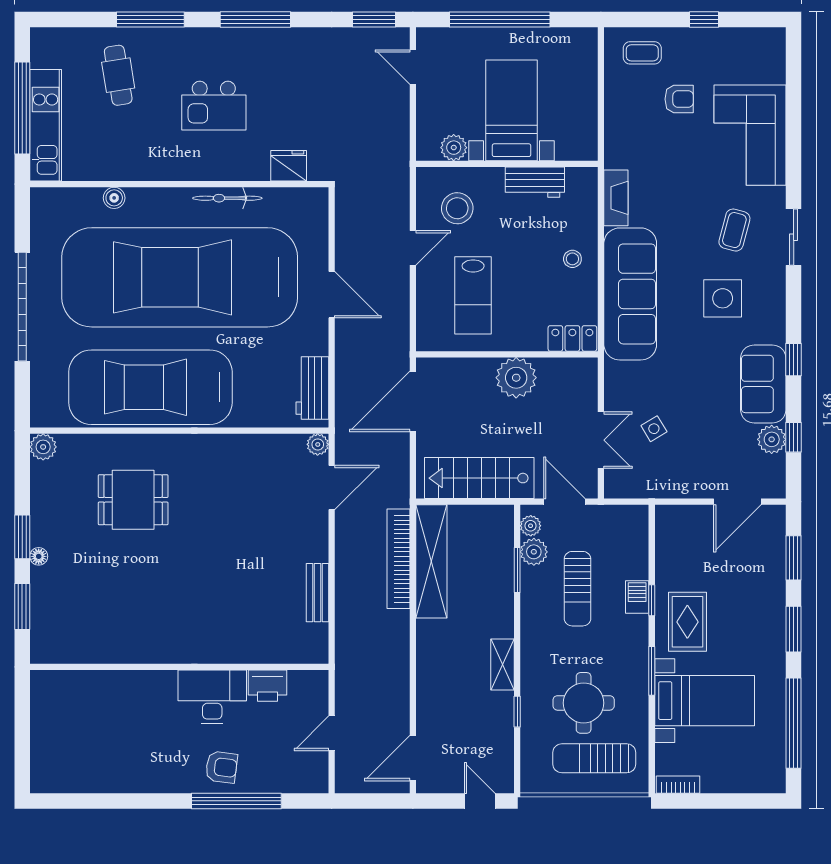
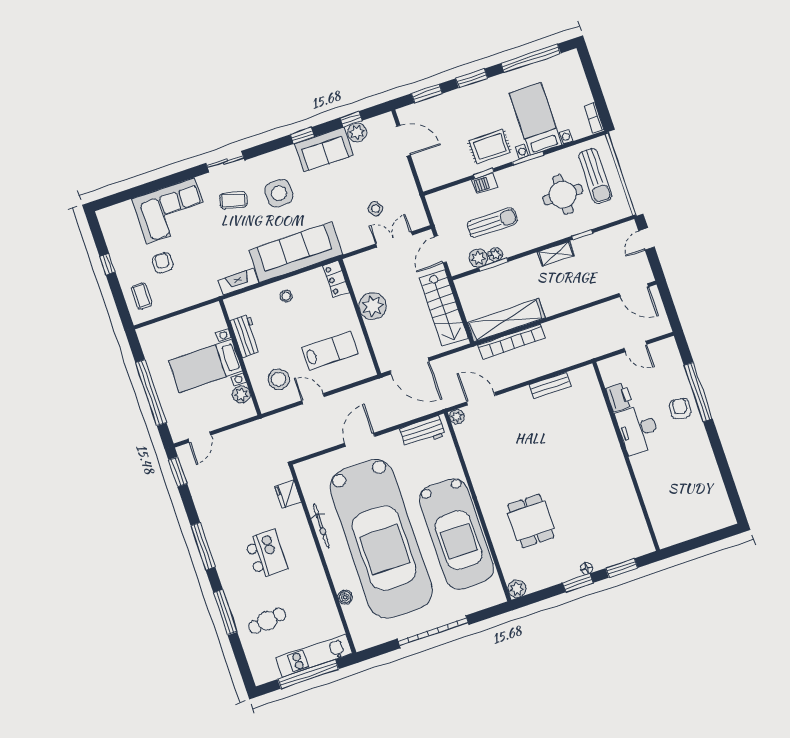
plant: (531, 526) -> (495, 255), moved

